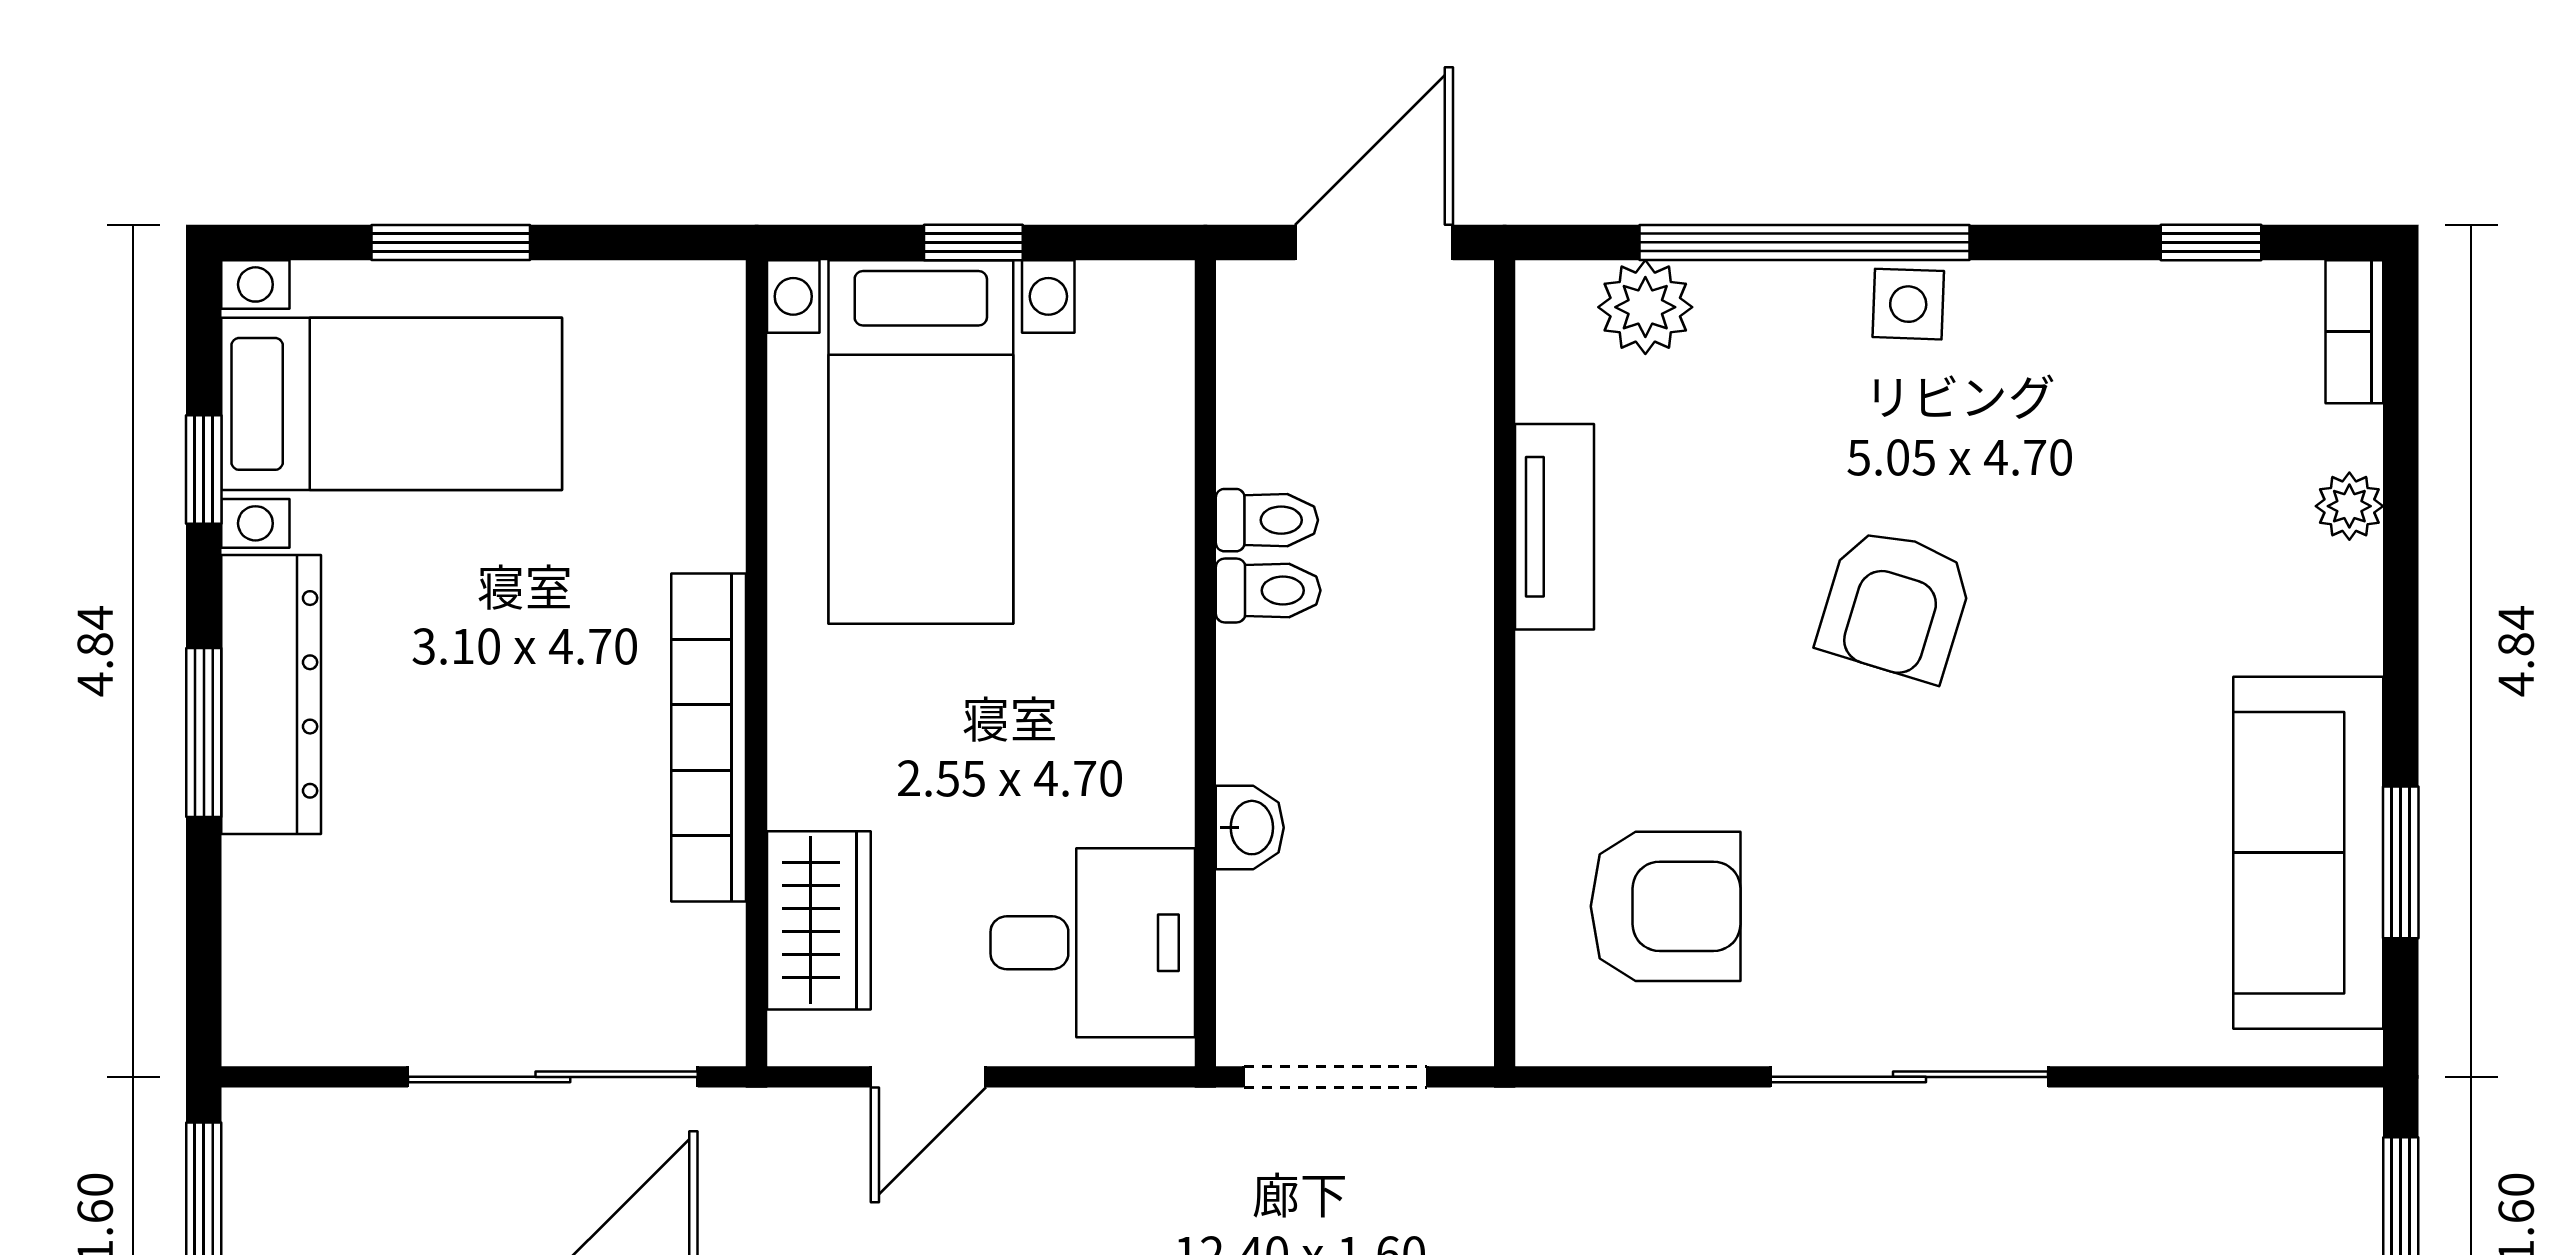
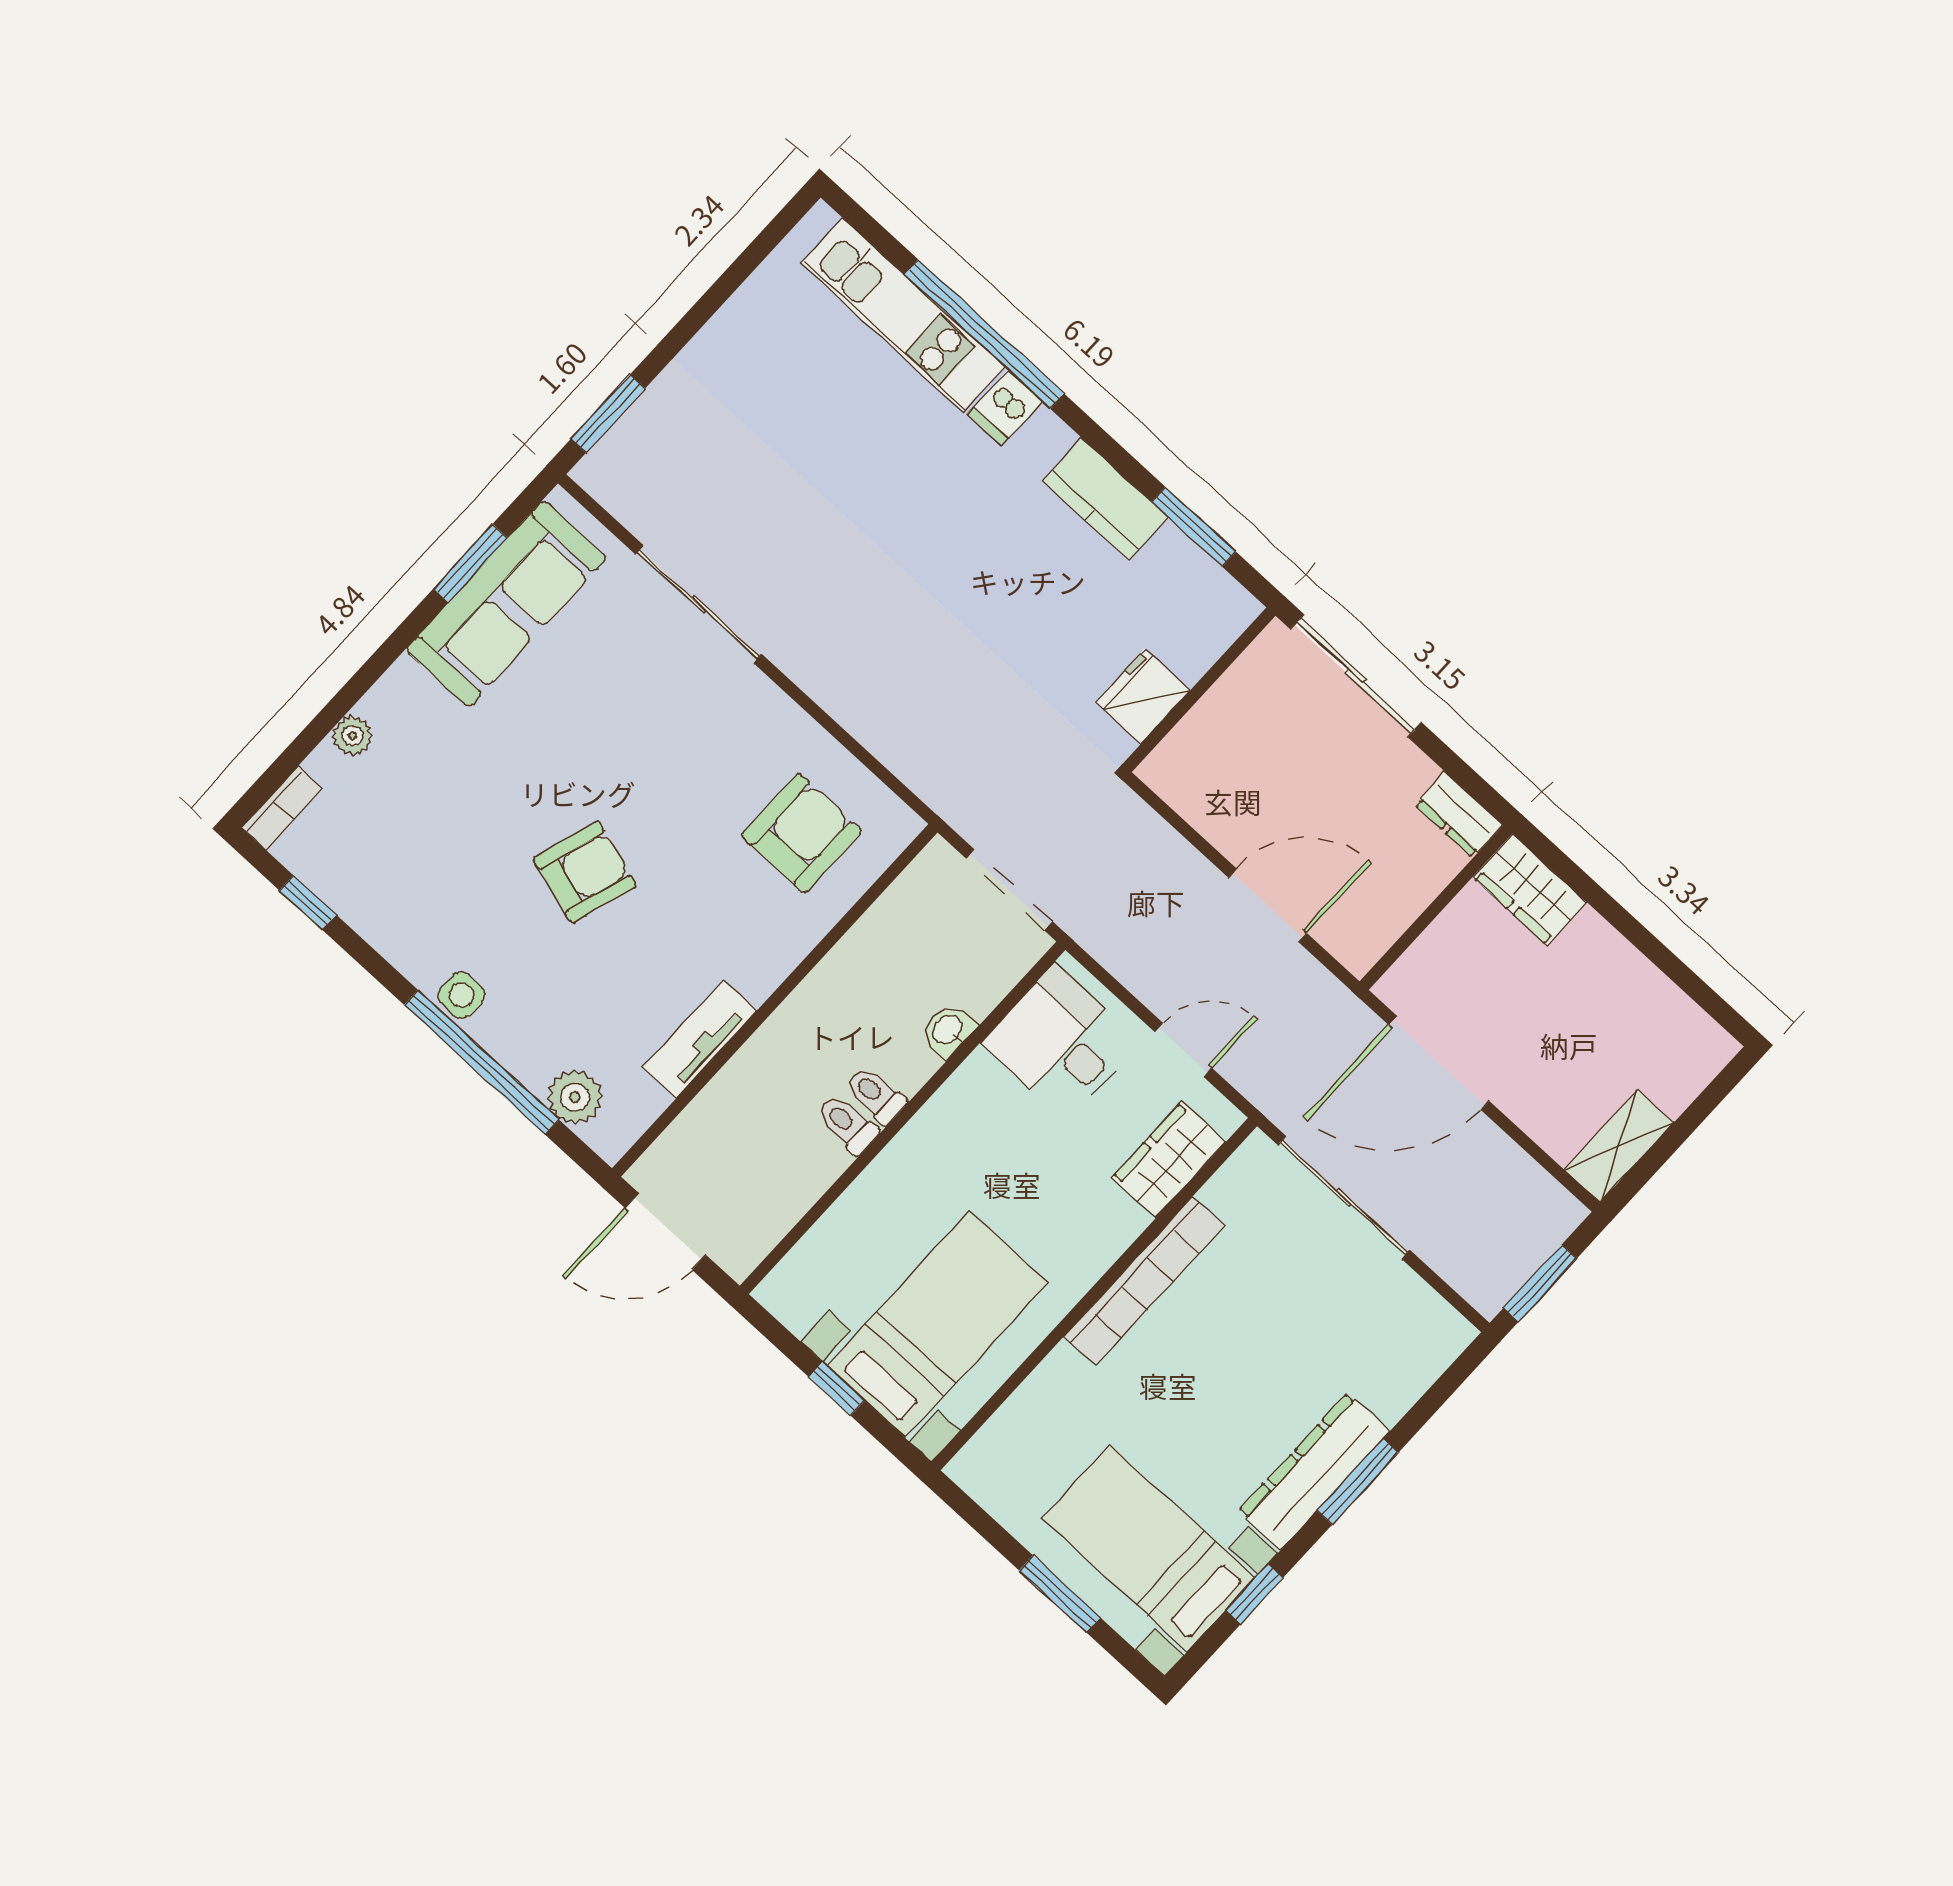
toilet: (1267, 520) -> (875, 1095), moved
armchair: (1666, 906) -> (802, 833), turned 90
sliding door: (1909, 1077) -> (698, 604), moved

